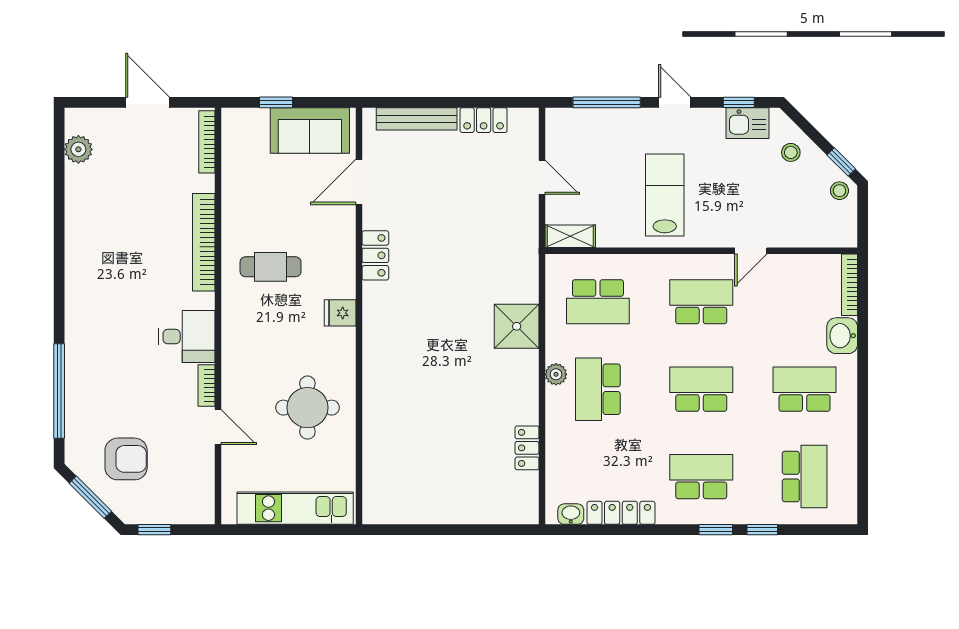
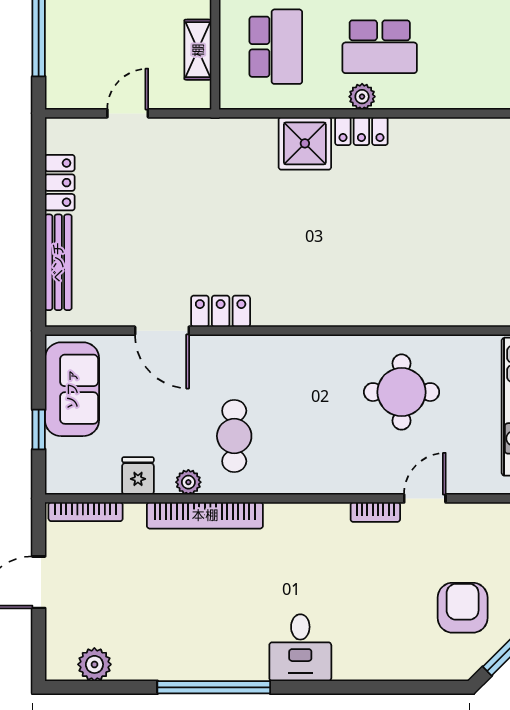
door: (359, 182) -> (162, 331), moved
plant: (232, 228) -> (188, 482), added
shelving: (570, 236) -> (198, 50), moved
fridge: (340, 313) -> (138, 476), moved, turned 180
desk: (187, 337) -> (300, 648), moved, turned 180
window: (59, 391) -> (214, 687), moved
locker: (527, 448) -> (361, 131), moved

